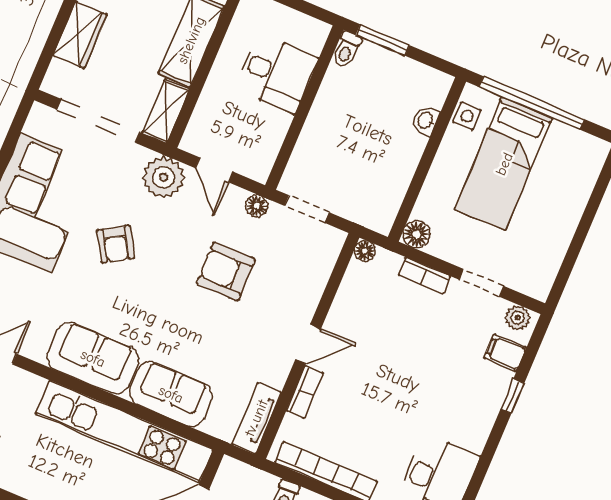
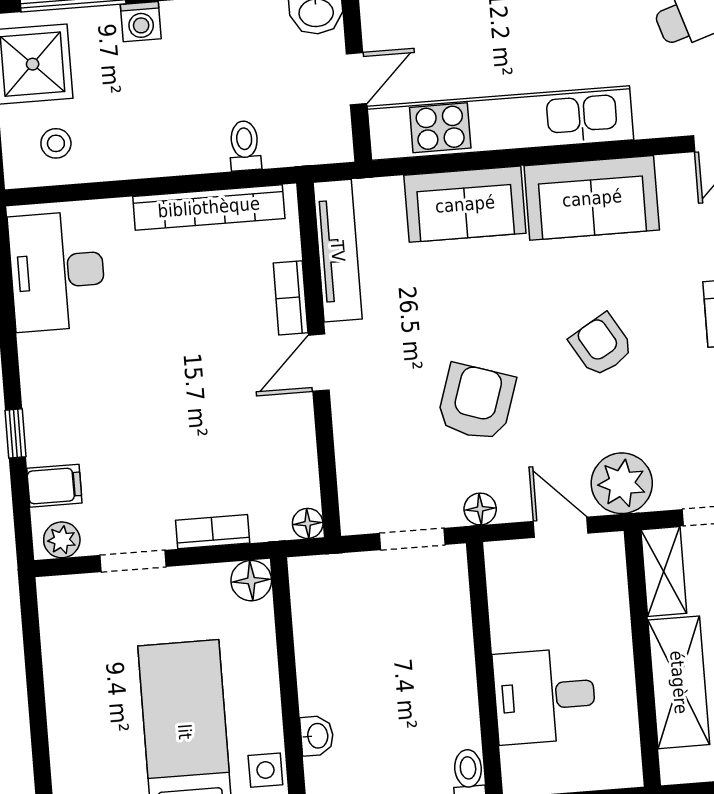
armchair: (116, 244) -> (601, 345), moved
armchair: (226, 271) -> (476, 402), turned -72
tv unit: (256, 418) -> (338, 251), width x1.41

